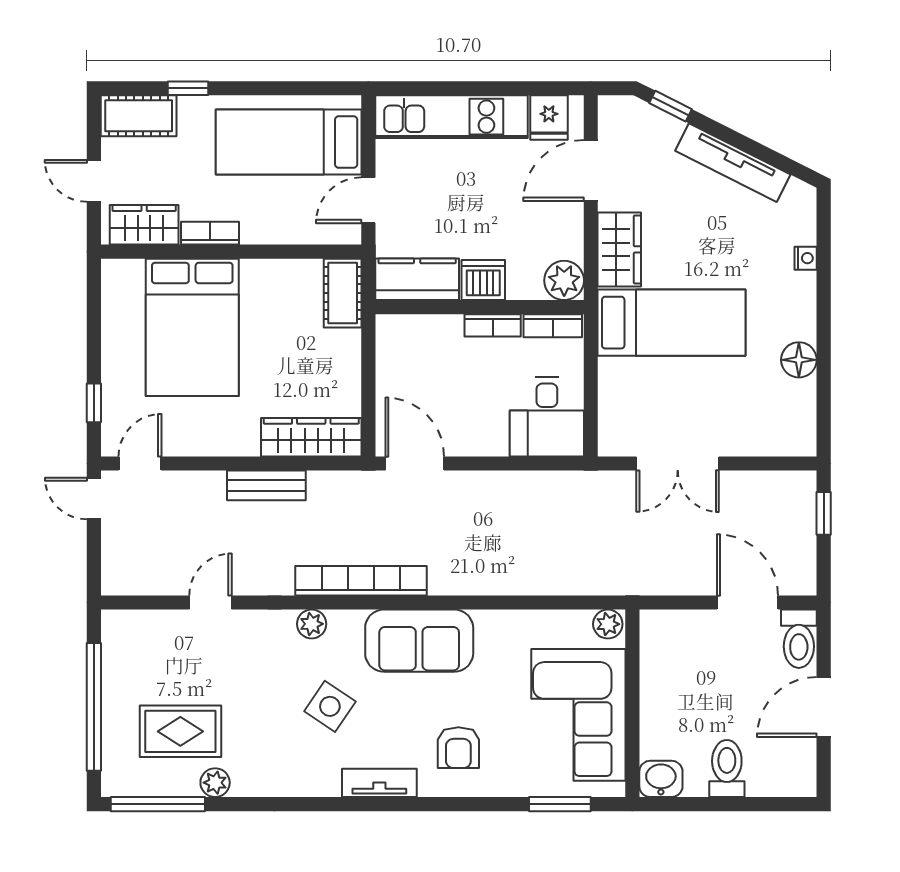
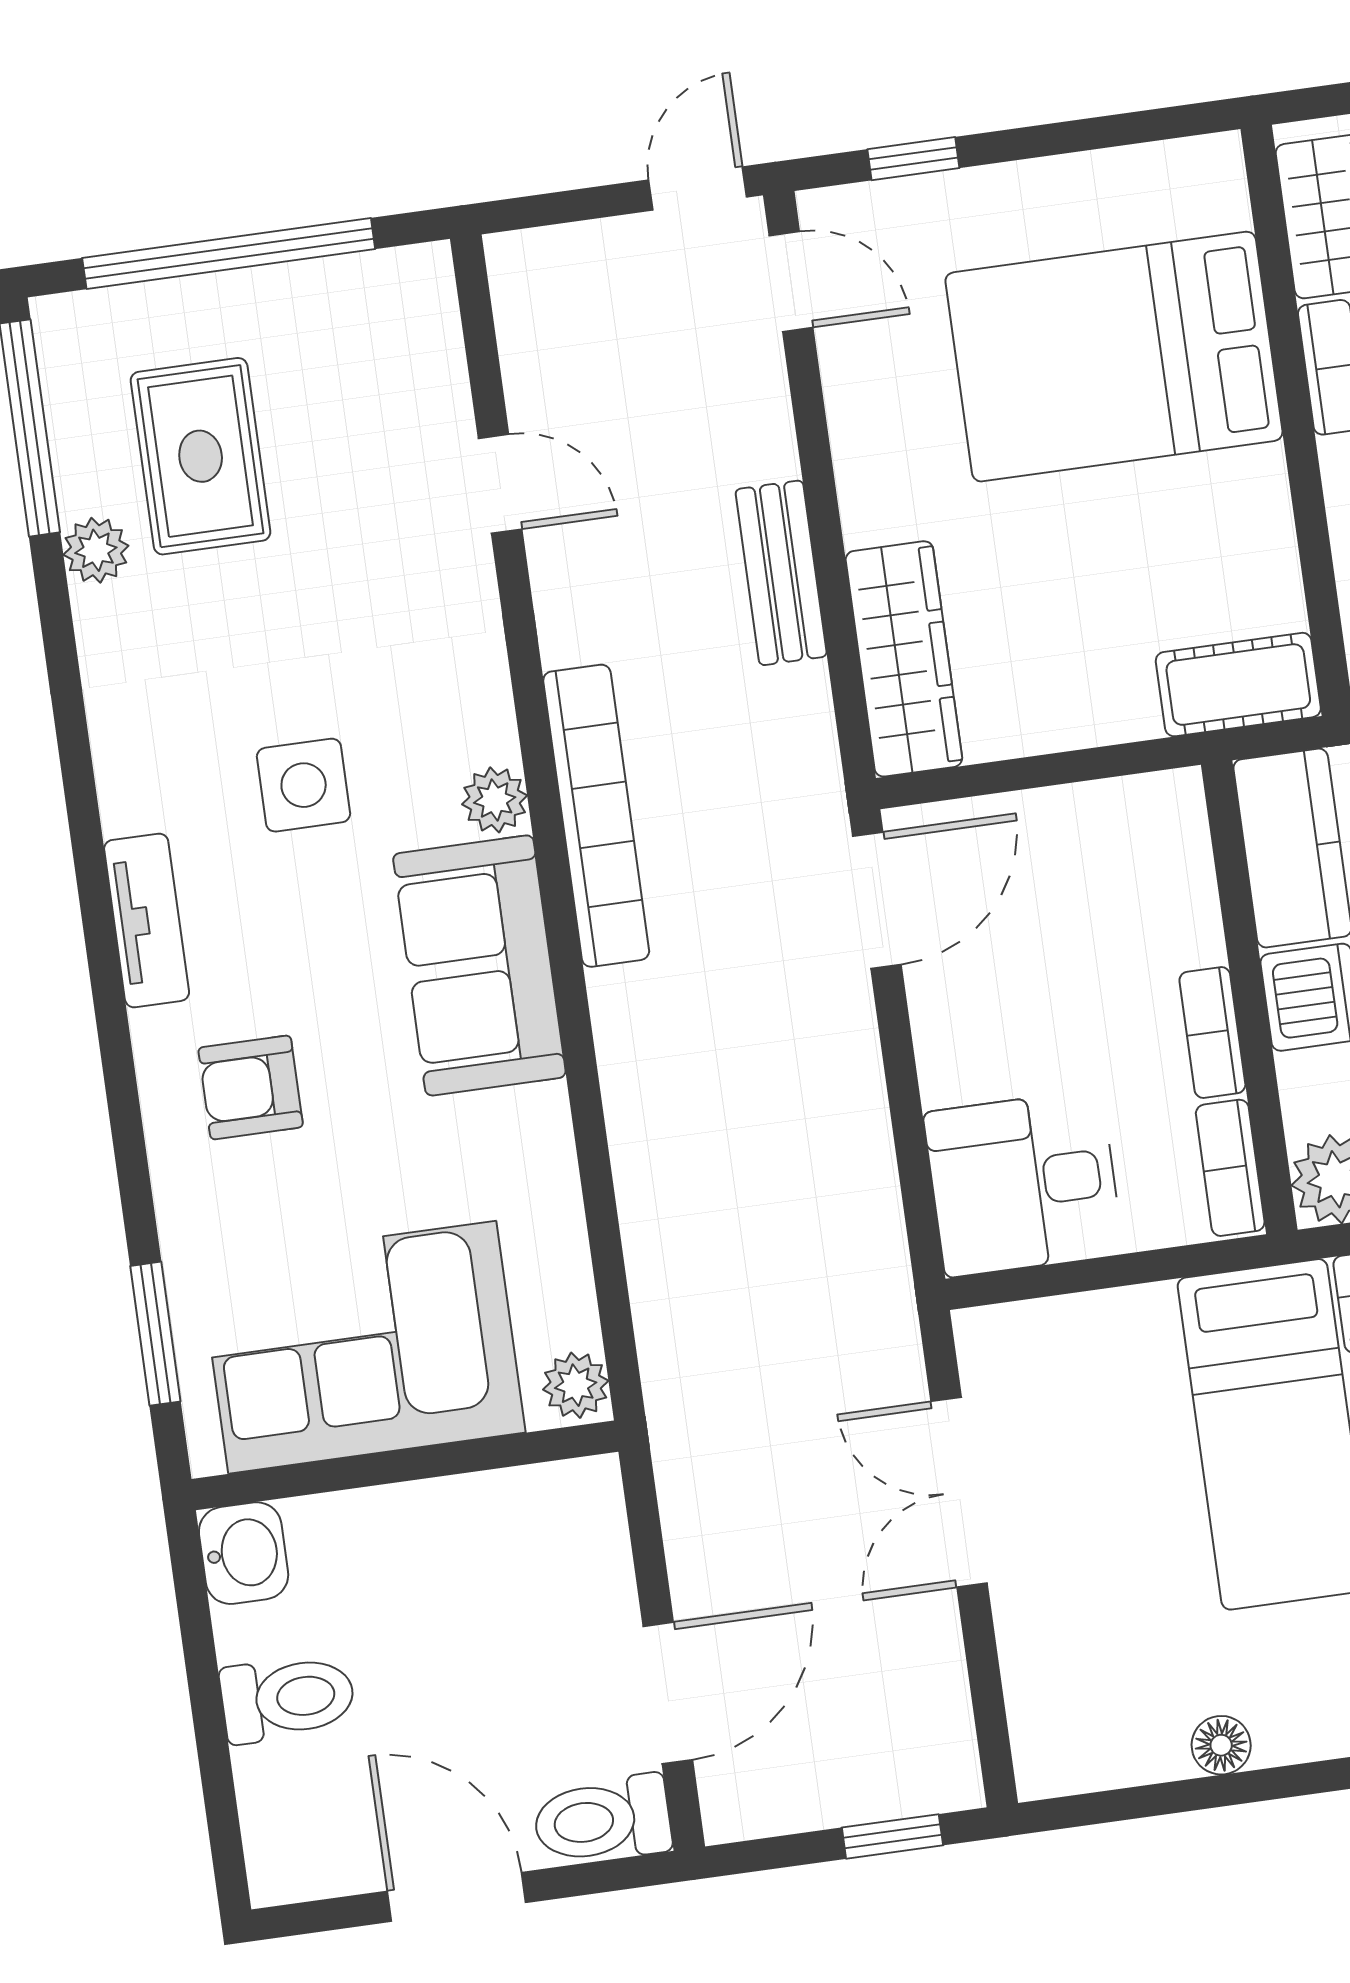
floor lamp: (799, 360) -> (1221, 1745), width x0.73, depth x0.73
plant: (312, 624) -> (495, 800), moved
side table: (330, 706) -> (304, 785), turned -34

